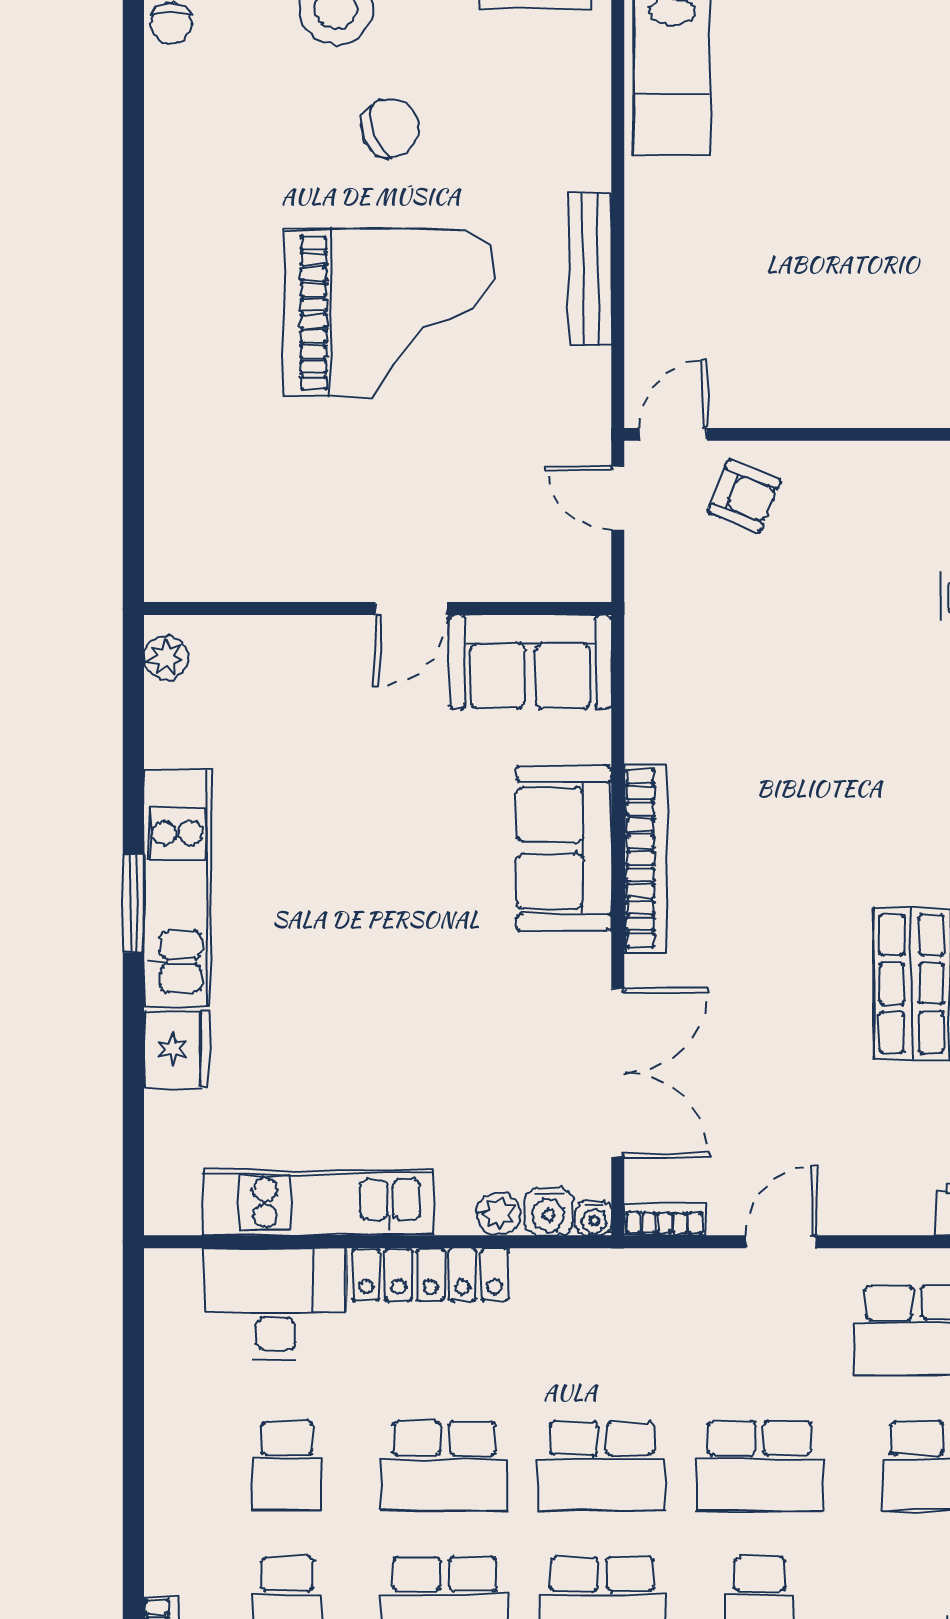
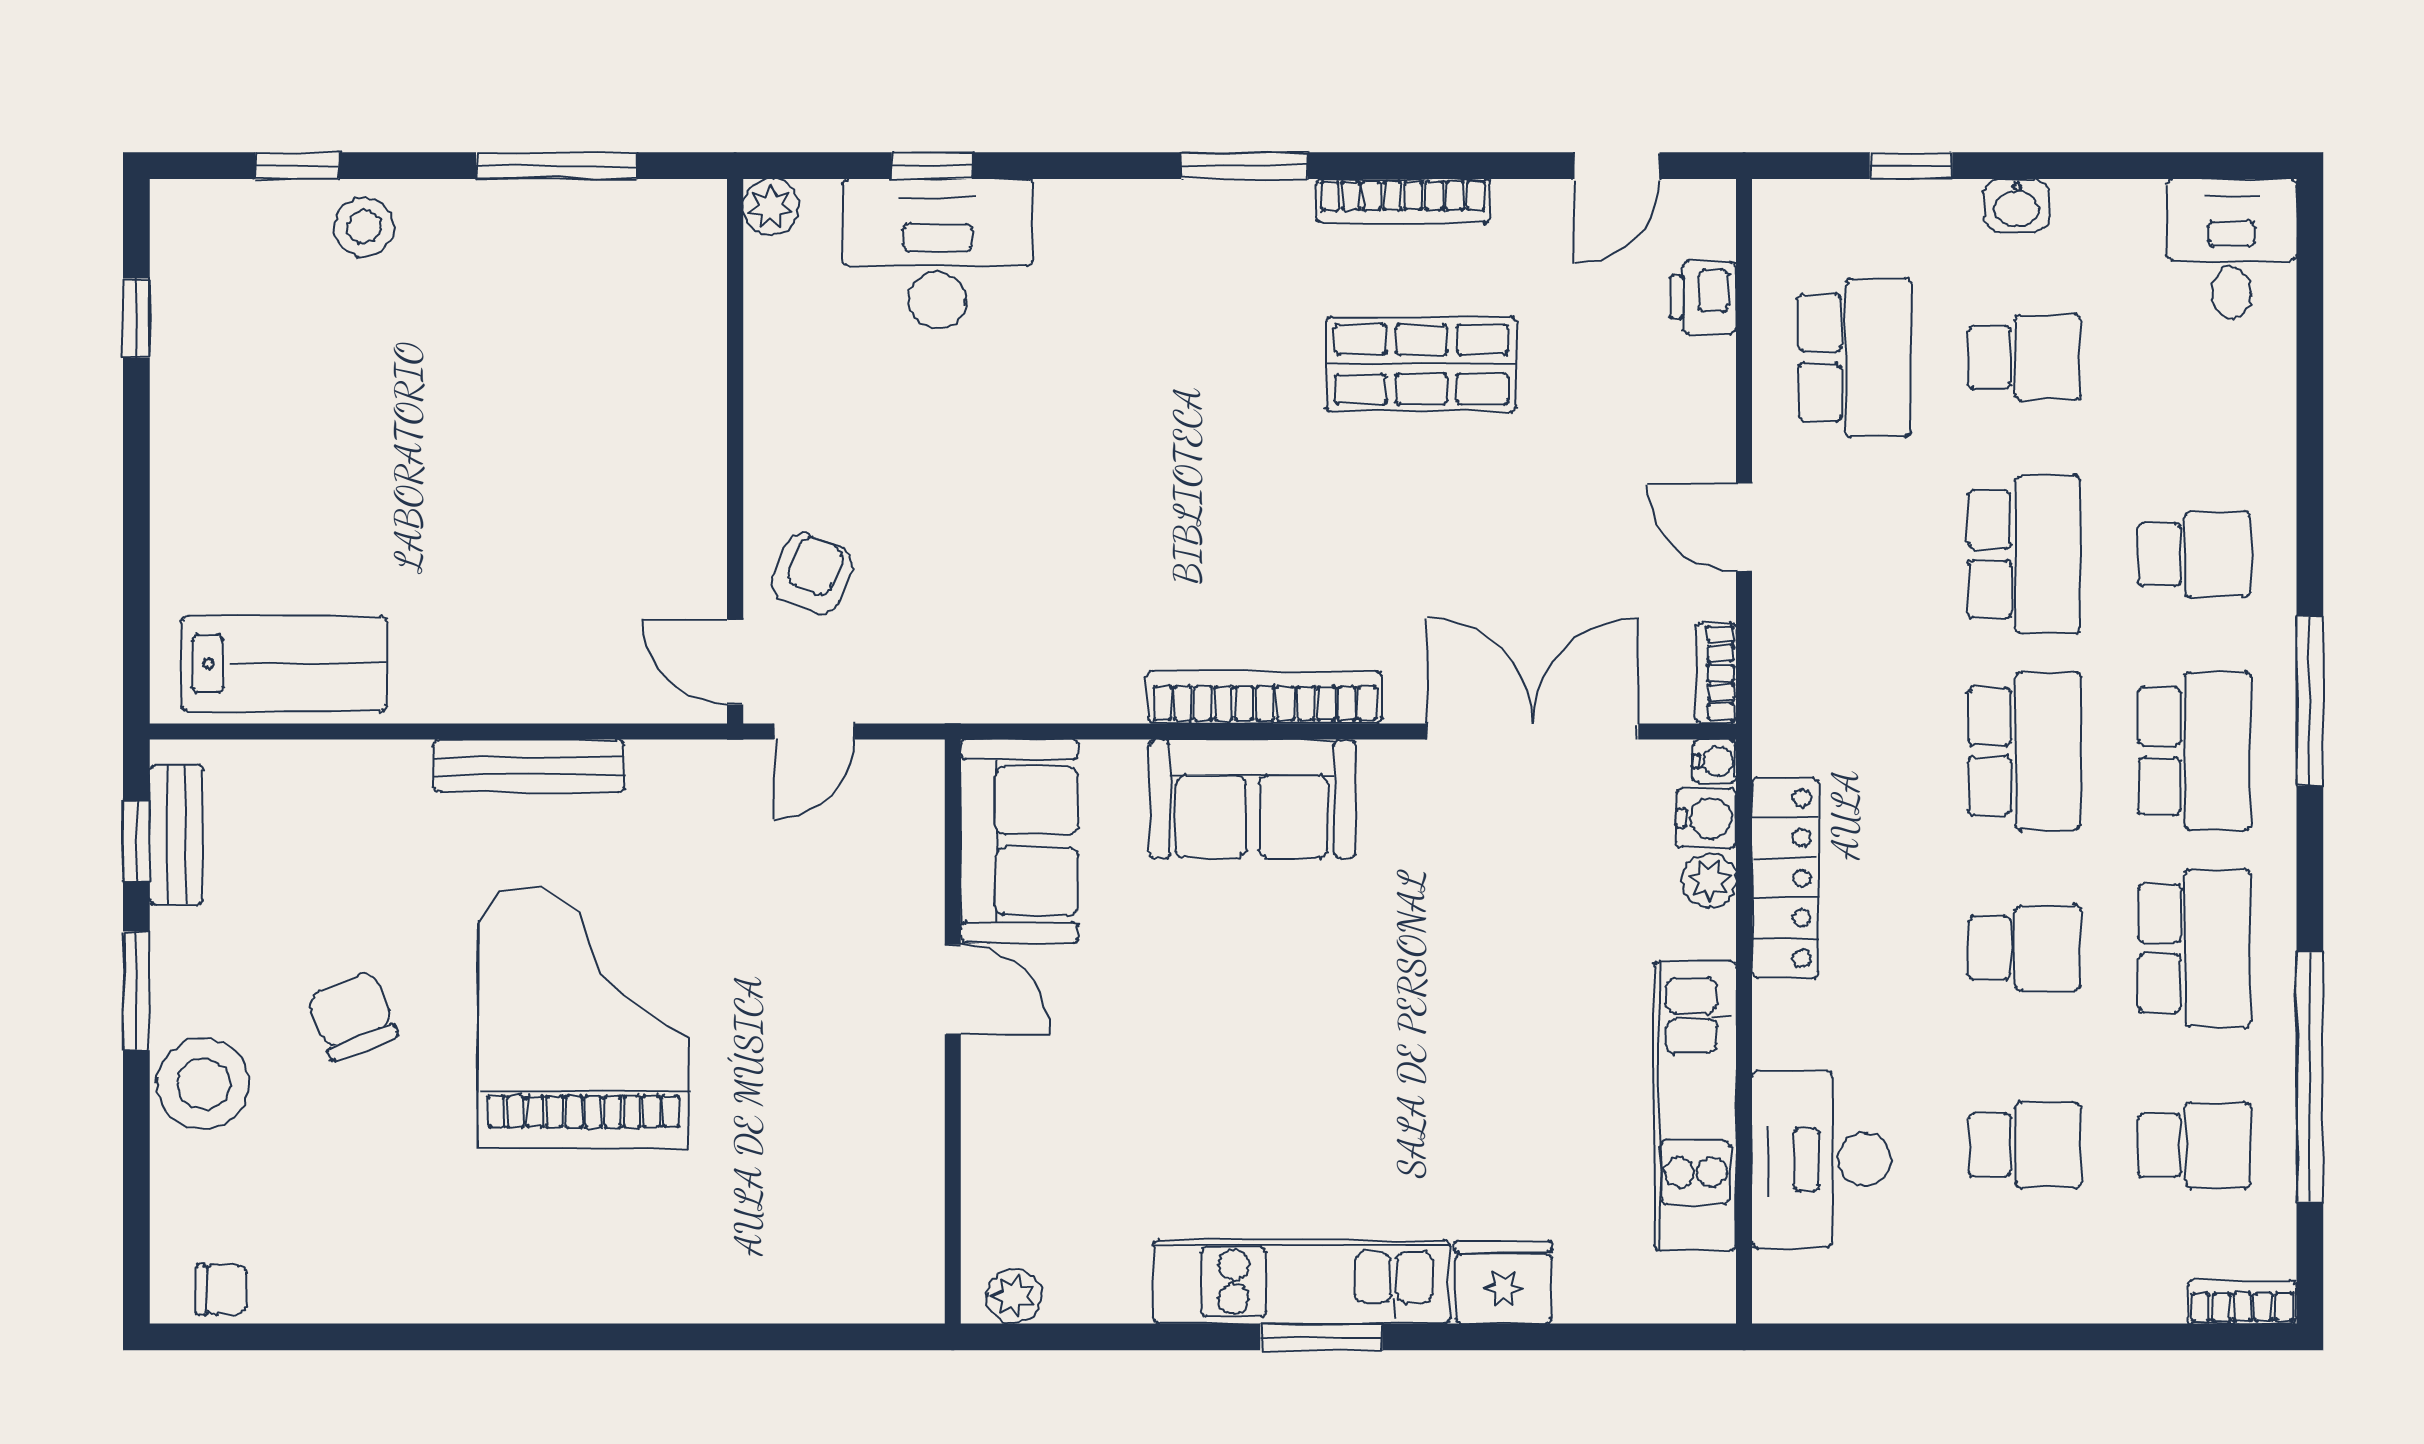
locker: (430, 1275) -> (1785, 878), moved
school desk: (444, 1466) -> (2024, 948), width x0.54

